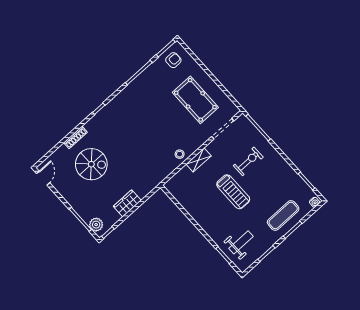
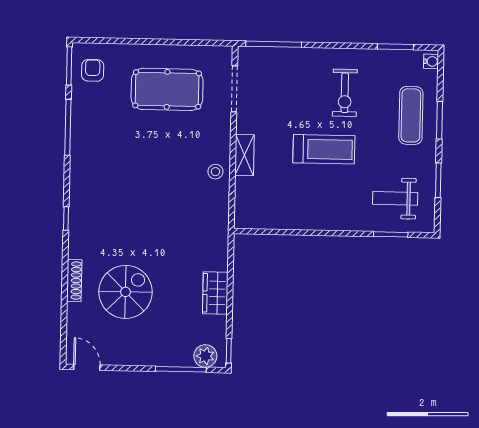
exercise bike: (248, 161) -> (345, 93), moved, turned 180
weight bench: (241, 242) -> (395, 198), turned -90

